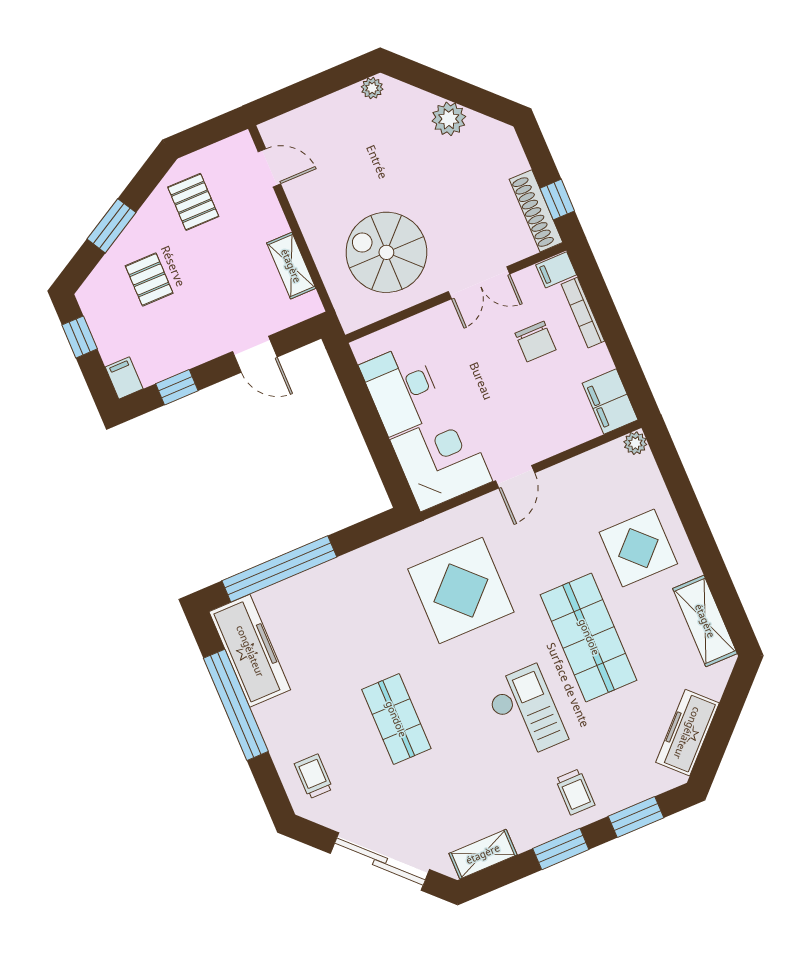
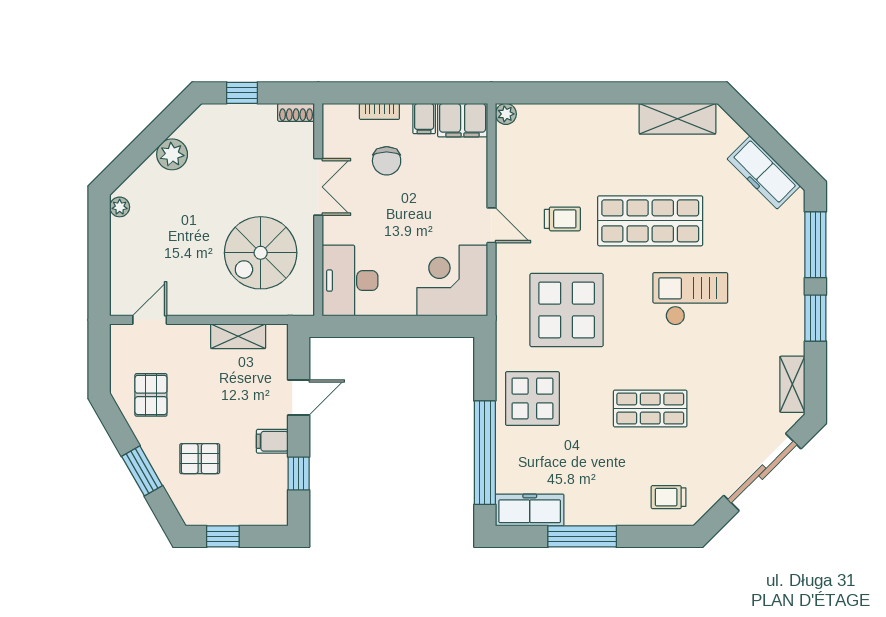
window: (557, 200) -> (242, 93), moved
pallet: (193, 202) -> (151, 395), turned 90
shoe rack: (536, 211) -> (296, 112), width x0.51, depth x0.81
filing cabinet: (556, 270) -> (424, 119), moved
bookcase: (583, 313) -> (379, 111), width x0.64
chair: (535, 341) -> (387, 161), turned 90
filing cabinet: (124, 378) -> (272, 441), moved
desk: (402, 389) -> (350, 281), moved, turned 90
display table: (638, 548) -> (532, 398), moved
freezer: (250, 651) -> (530, 510), width x0.73, depth x0.79
window: (236, 705) -> (582, 536), width x0.68
trolley: (575, 792) -> (562, 219), moved
window: (636, 817) -> (815, 245), width x1.44

